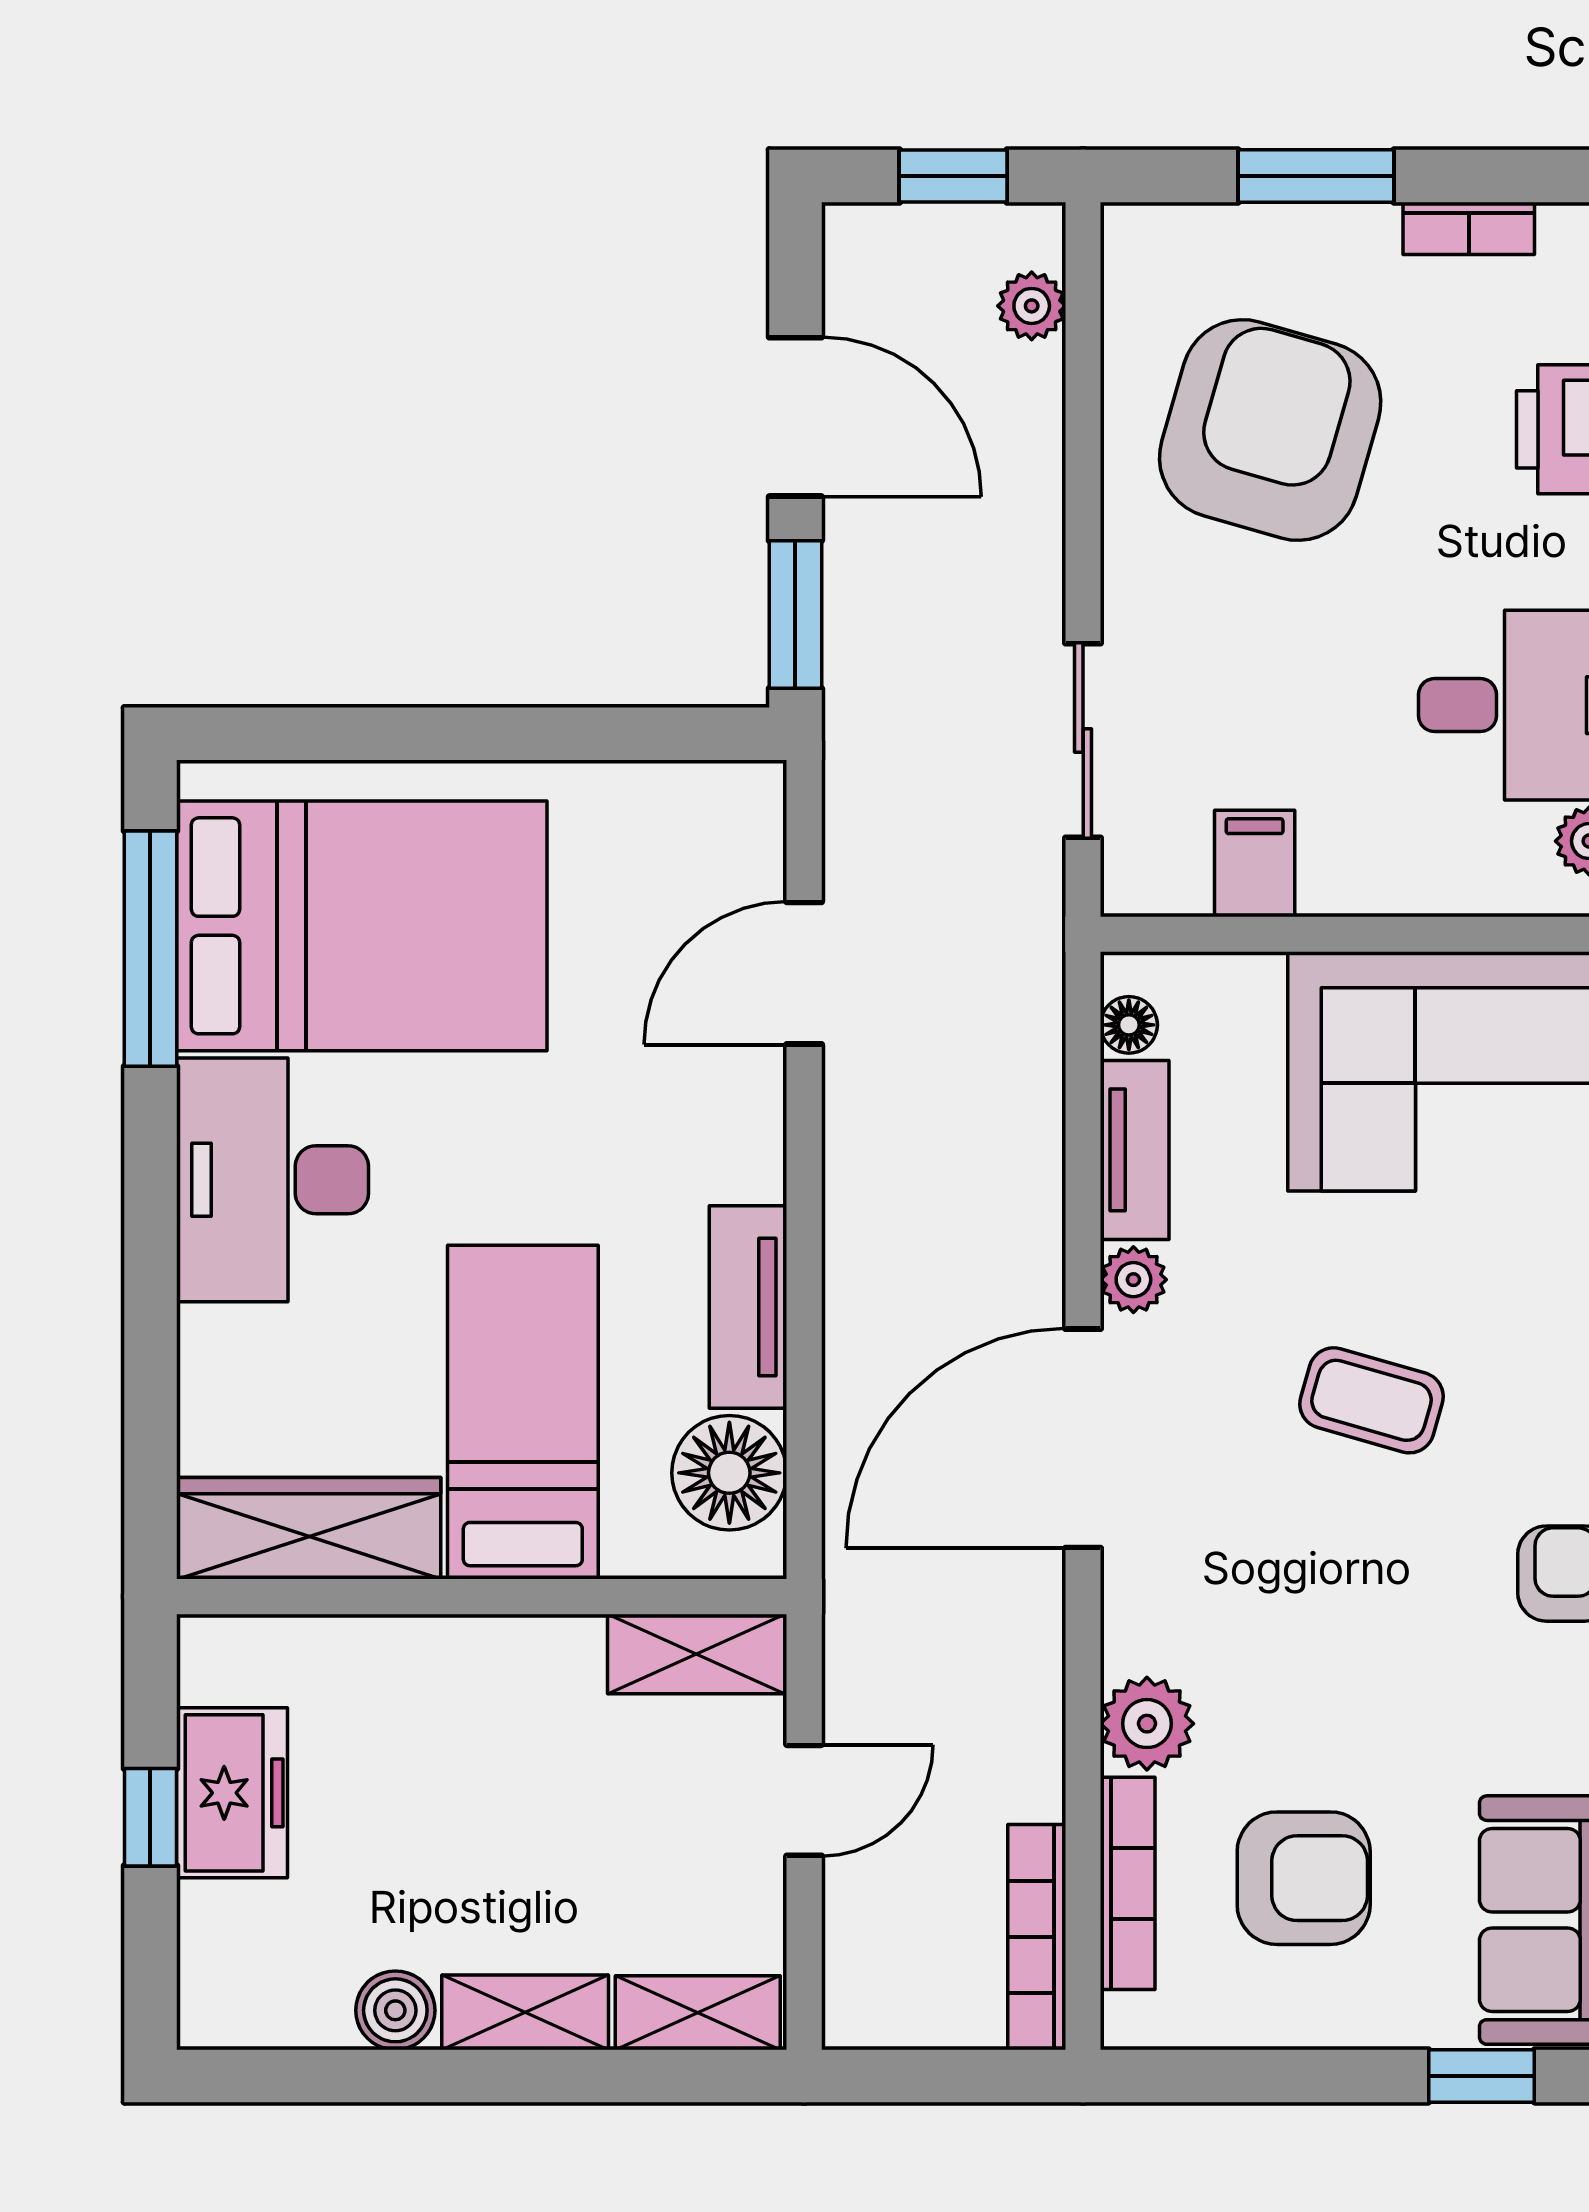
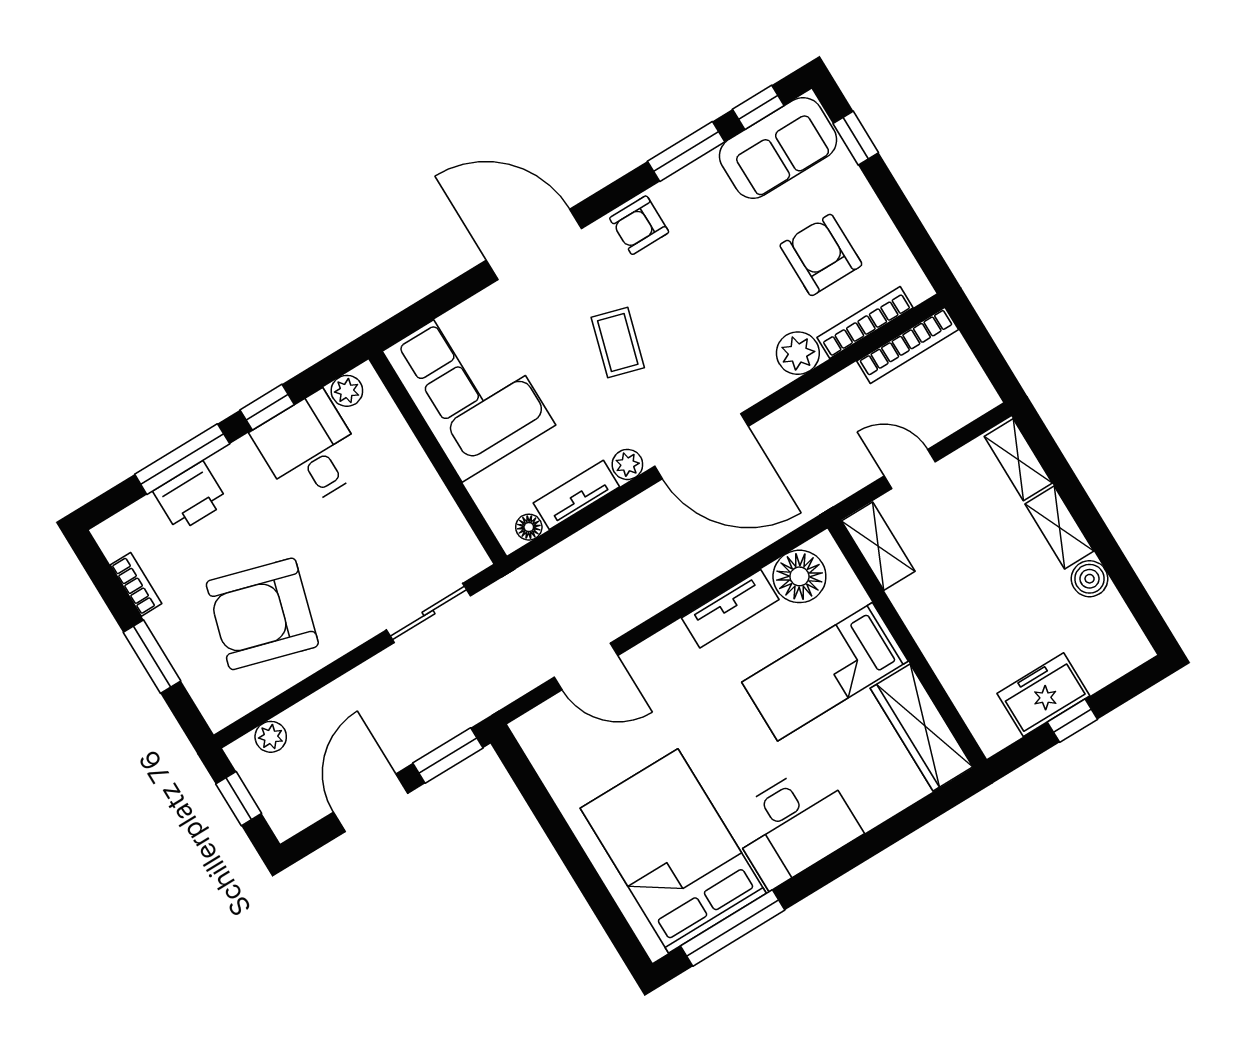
filing cabinet: (1255, 863) -> (436, 516), removed

